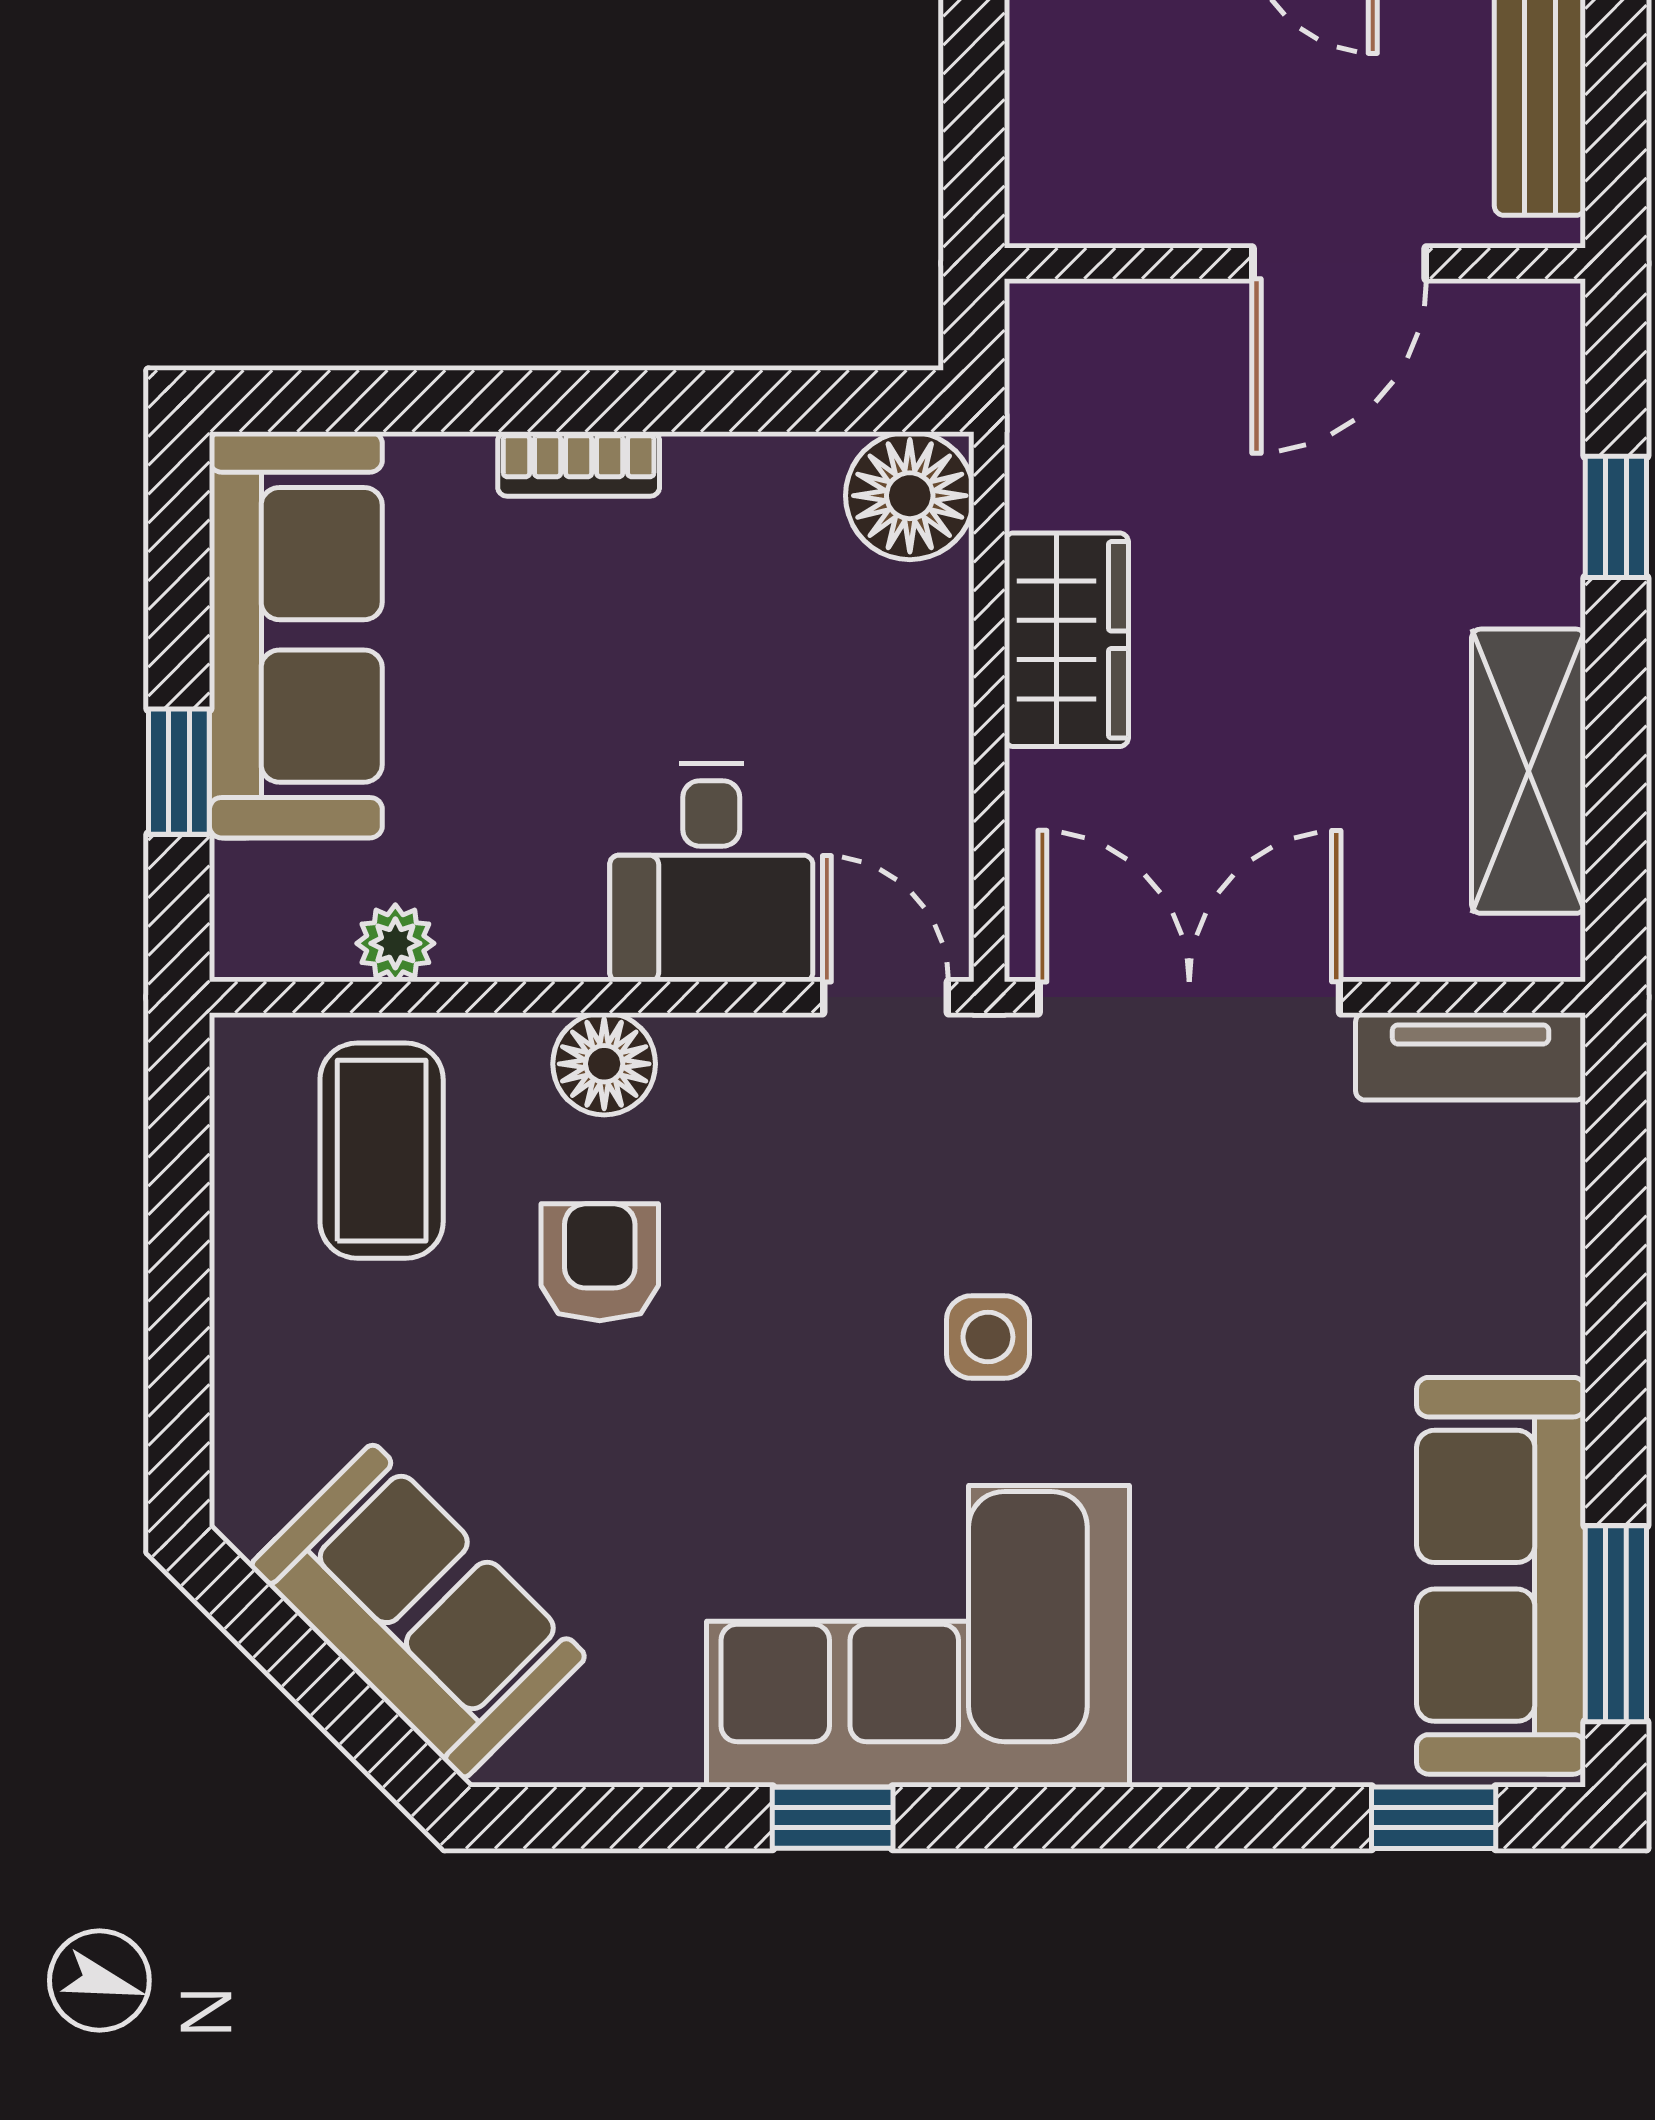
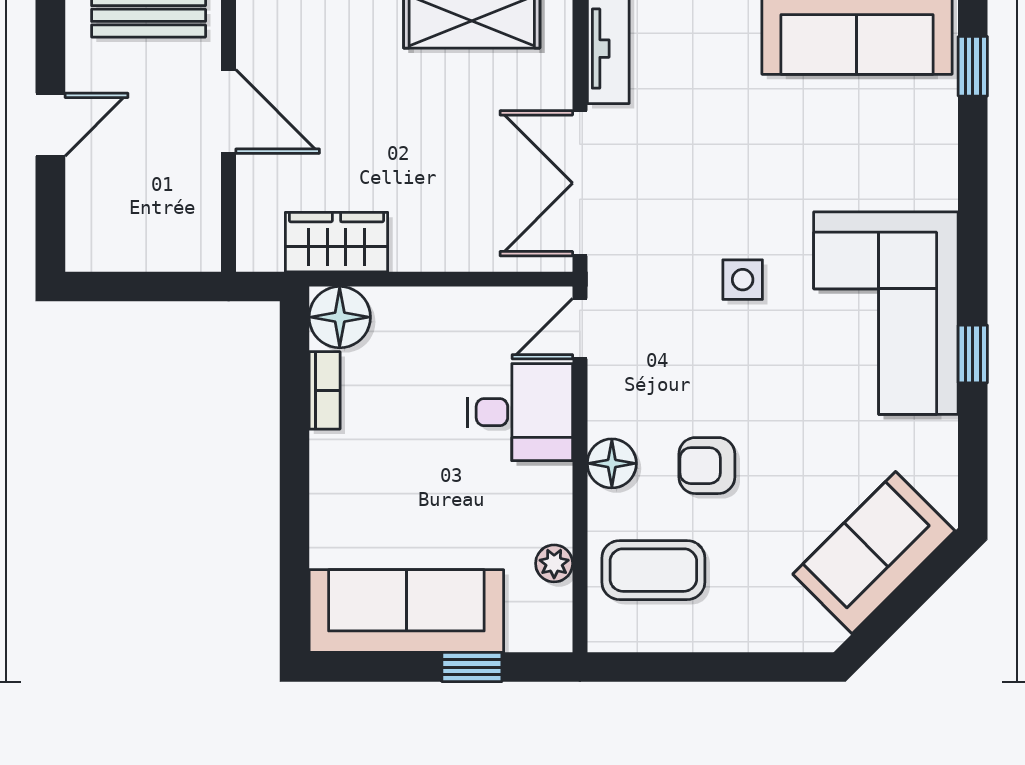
bookcase: (579, 464) -> (325, 390), moved
wardrobe: (1066, 640) -> (336, 242), moved

